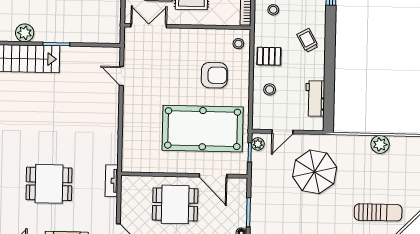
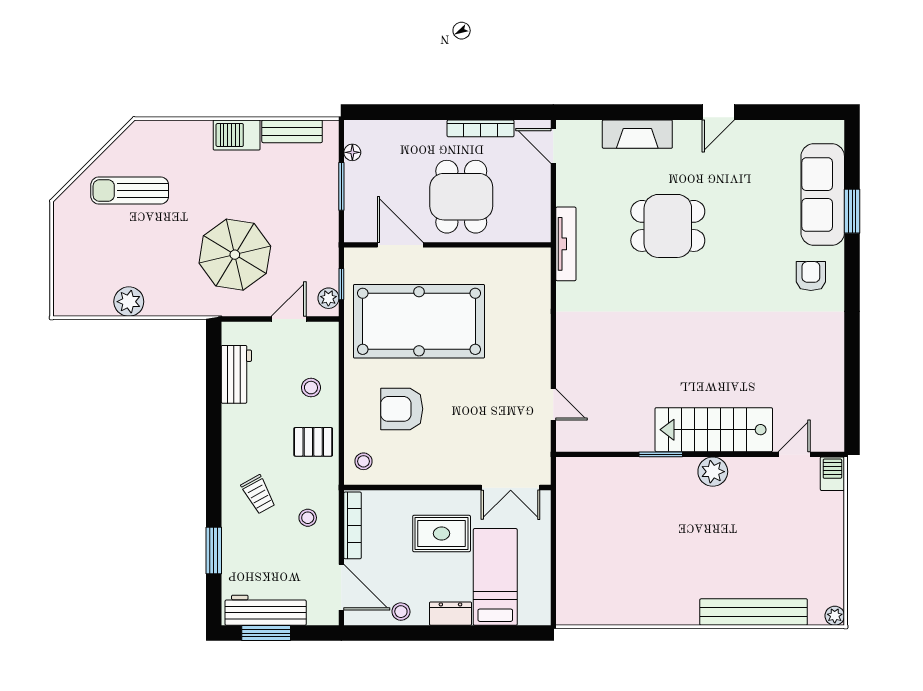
trolley: (308, 40) -> (258, 494), moved
tv unit: (112, 181) -> (566, 244), width x1.41
dining table: (175, 204) -> (461, 197), turned 90

